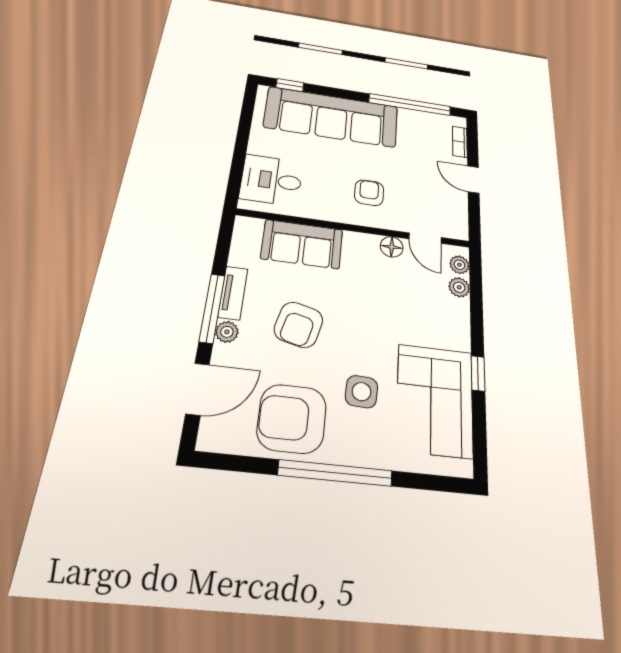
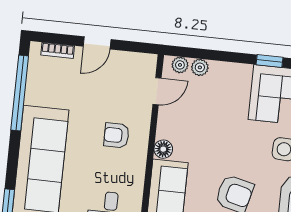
floor lamp: (392, 247) -> (163, 149), moved

